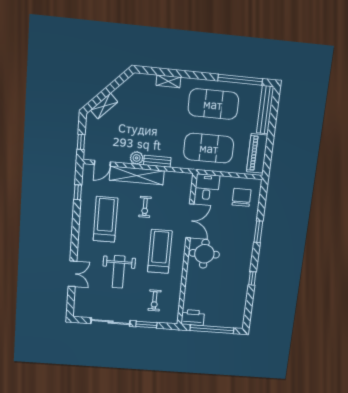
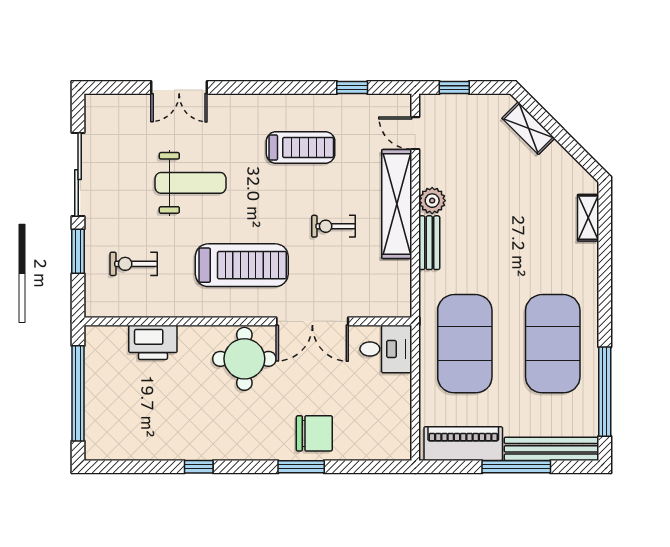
shelving: (168, 81) -> (588, 218), moved
window: (272, 128) -> (516, 467), added
chair: (242, 197) -> (314, 433), moved
treadmill: (105, 219) -> (301, 147), width x0.73, depth x0.73
weight bench: (119, 272) -> (191, 183), turned 180
printer: (193, 318) -> (153, 342), moved, turned 90

